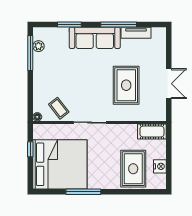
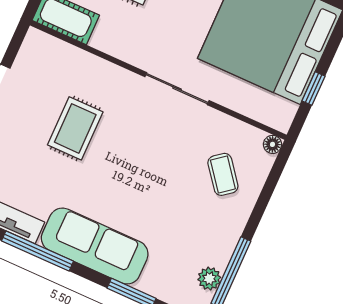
rug: (126, 85) -> (75, 128), width x0.73, depth x0.70
coffee table: (59, 108) -> (223, 174), moved

